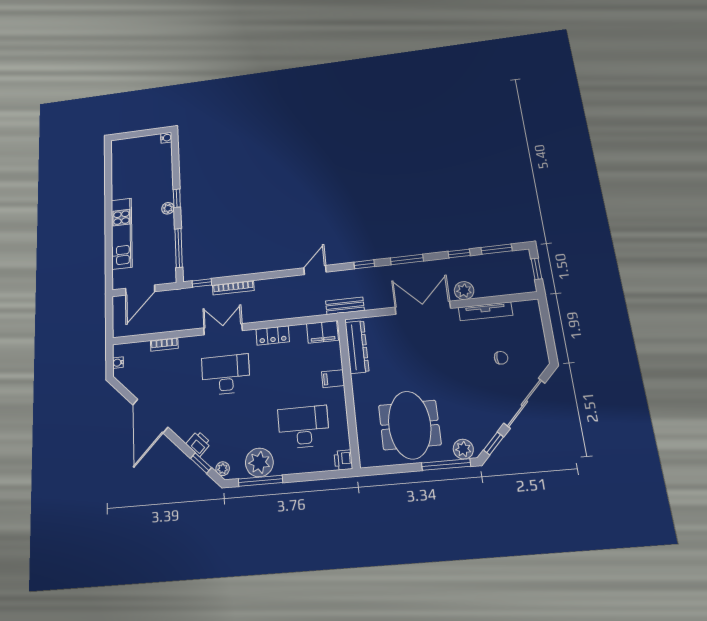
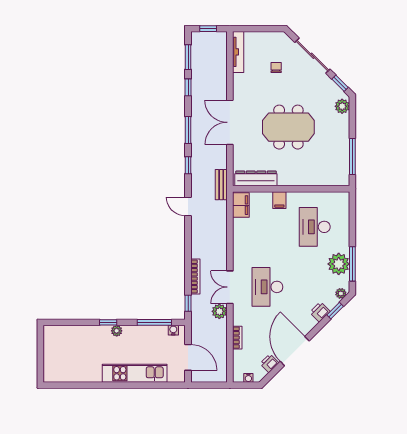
water cooler: (166, 138) -> (173, 330), moved
plant: (464, 291) -> (219, 311), moved
tv unit: (486, 311) -> (238, 52), moved
locker: (273, 335) -> (239, 246), removed
door: (150, 416) -> (295, 351), swing flipped
meeting table: (410, 425) -> (288, 127), moved
printer: (343, 460) -> (269, 363), moved, turned 135
window: (446, 465) -> (352, 156), moved

